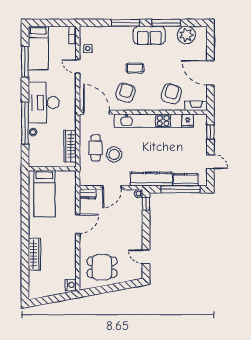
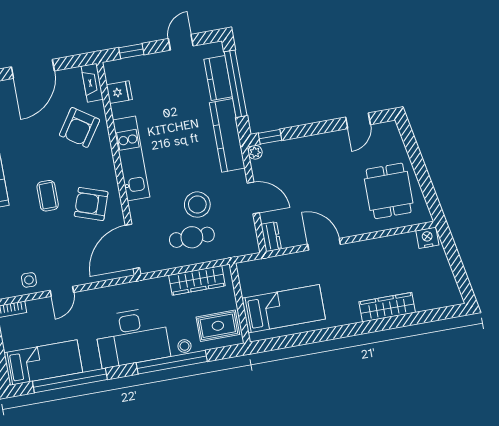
window: (25, 62) -> (70, 380), width x1.46
armchair: (171, 94) -> (79, 127), turned -73
kitchen unit: (148, 121) -> (131, 159), width x0.73
rug: (41, 154) -> (218, 326), added

